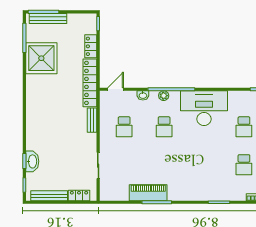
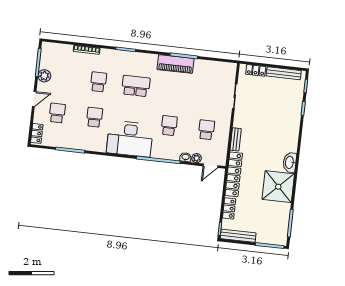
bench: (48, 19) -> (238, 236), moved
shower: (41, 58) -> (278, 187), moved
plant: (164, 96) -> (197, 158), moved
washbasin: (32, 161) -> (290, 162), moved
school desk: (204, 165) -> (136, 86), added
piano: (148, 193) -> (175, 64), moved

